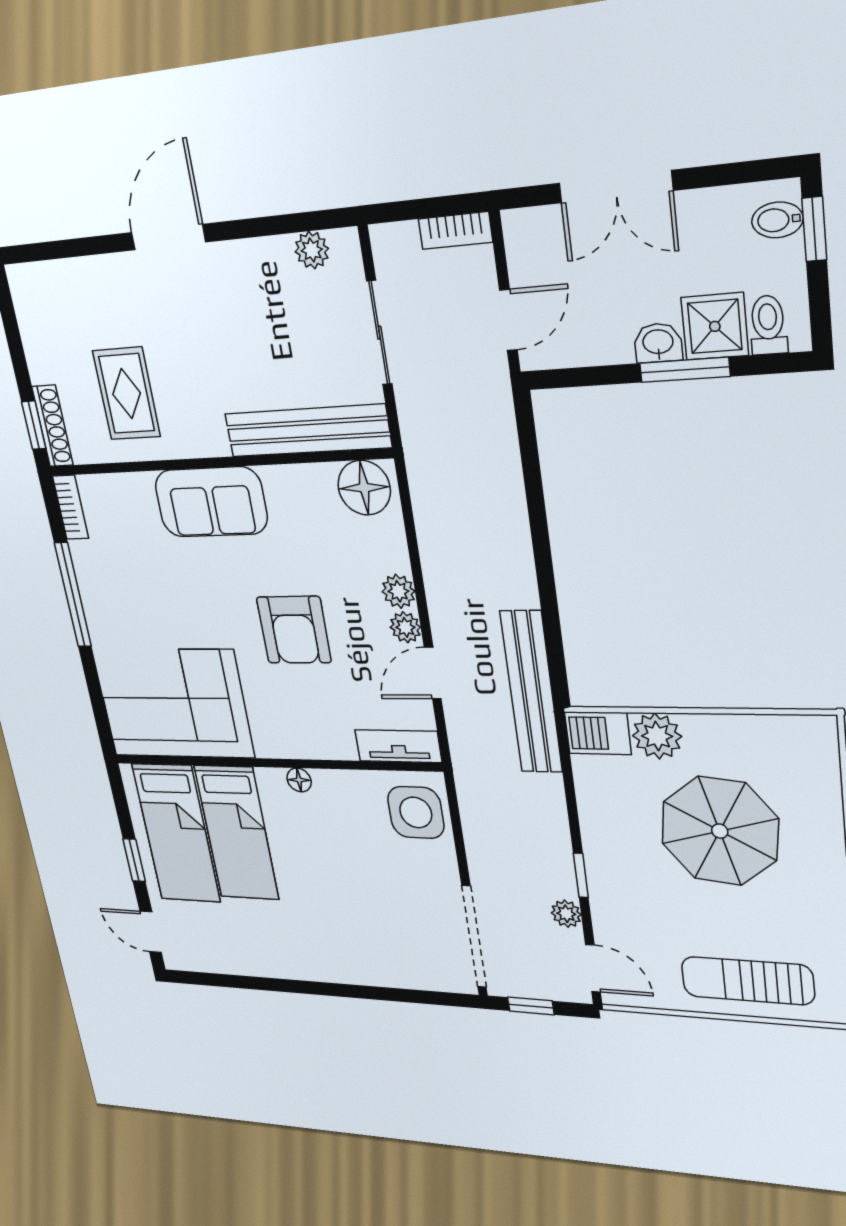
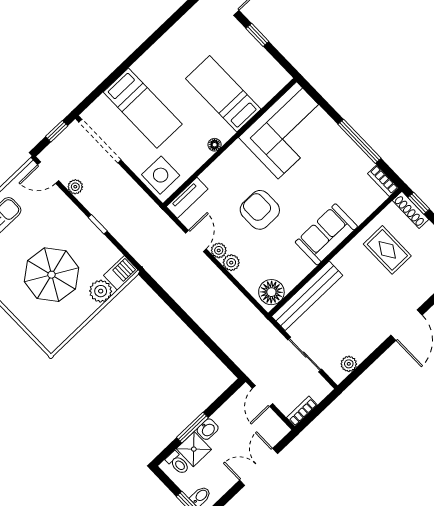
bench: (531, 692) -> (156, 267), removed
bed: (176, 833) -> (143, 108), moved, turned 180
window: (581, 875) -> (98, 224), moved

